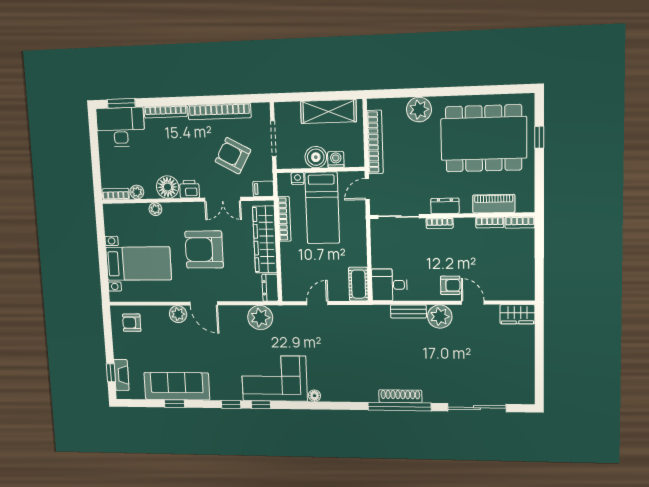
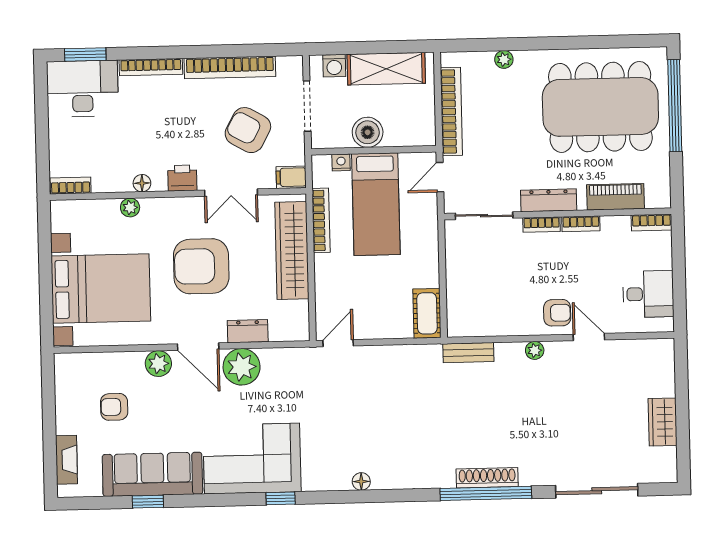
plant: (419, 110) -> (504, 59), width x0.53, depth x0.53
window: (539, 137) -> (675, 106), width x3.17
washing machine: (336, 160) -> (334, 66), moved, turned 180
floor lamp: (168, 187) -> (142, 183), width x0.53, depth x0.53
plant: (137, 192) -> (103, 183), removed
dresser: (445, 206) -> (549, 200), width x1.44
bookcase: (490, 223) -> (581, 224), moved
bed with nightstands: (139, 264) -> (101, 289), width x1.36
desk: (389, 285) -> (648, 294), moved, turned 180
dresser: (270, 288) -> (248, 331), moved, turned 90
door: (317, 303) -> (338, 343), moved
bench: (408, 311) -> (468, 353), moved
wardrobe: (517, 314) -> (663, 422), moved, turned 90
plant: (440, 317) -> (535, 350), width x0.53, depth x0.53
plant: (260, 318) -> (242, 367), moved
armchair: (132, 323) -> (114, 407), moved
window: (111, 373) -> (50, 457), removed
corner sofa: (274, 378) -> (252, 459), moved
window: (231, 404) -> (235, 500), removed

